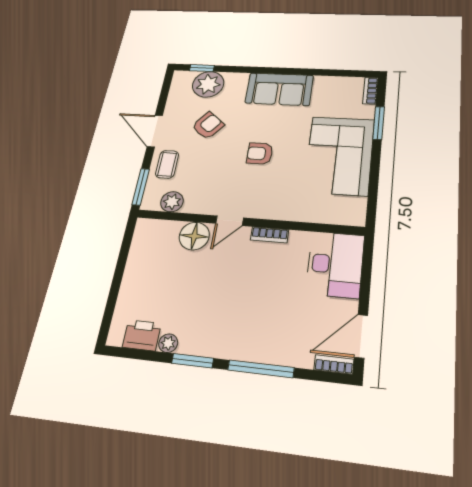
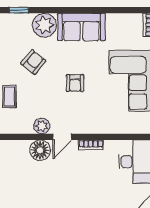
plant: (208, 84) -> (44, 25), moved
armchair: (260, 153) -> (75, 83), turned -90
plant: (172, 202) -> (42, 126), moved

